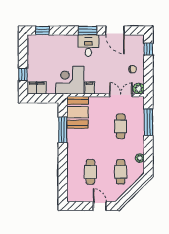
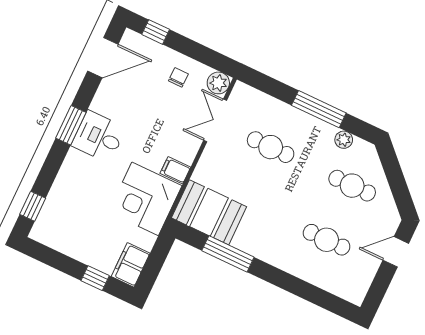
door: (115, 30) -> (103, 58), moved
window: (148, 122) -> (319, 109), moved

